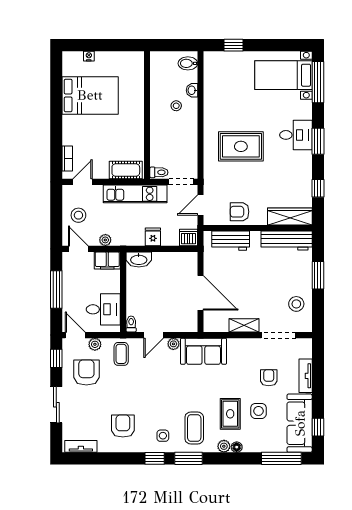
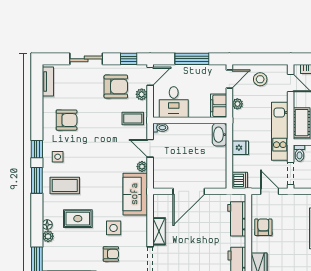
side table: (258, 411) -> (114, 228), moved
plant: (224, 446) -> (48, 236), moved

